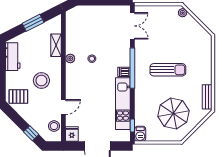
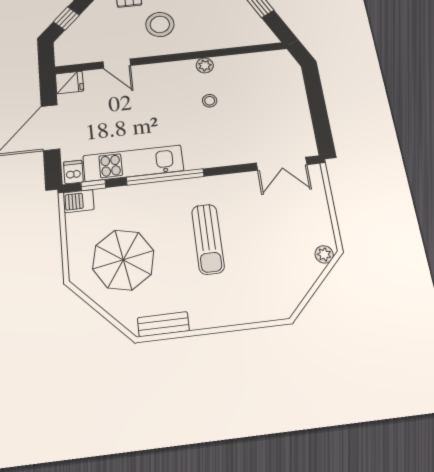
shelving: (56, 45) -> (225, 40), removed
window: (132, 68) -> (165, 177), moved
dishwasher: (124, 72) -> (73, 172), moved
stool: (54, 126) -> (82, 52), removed

